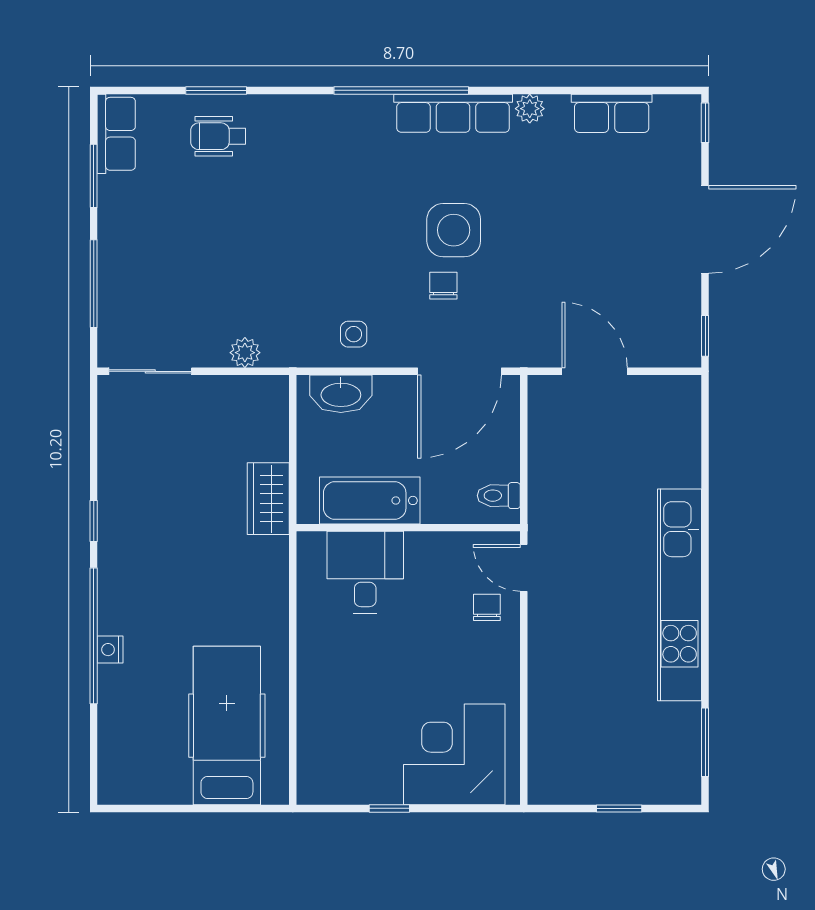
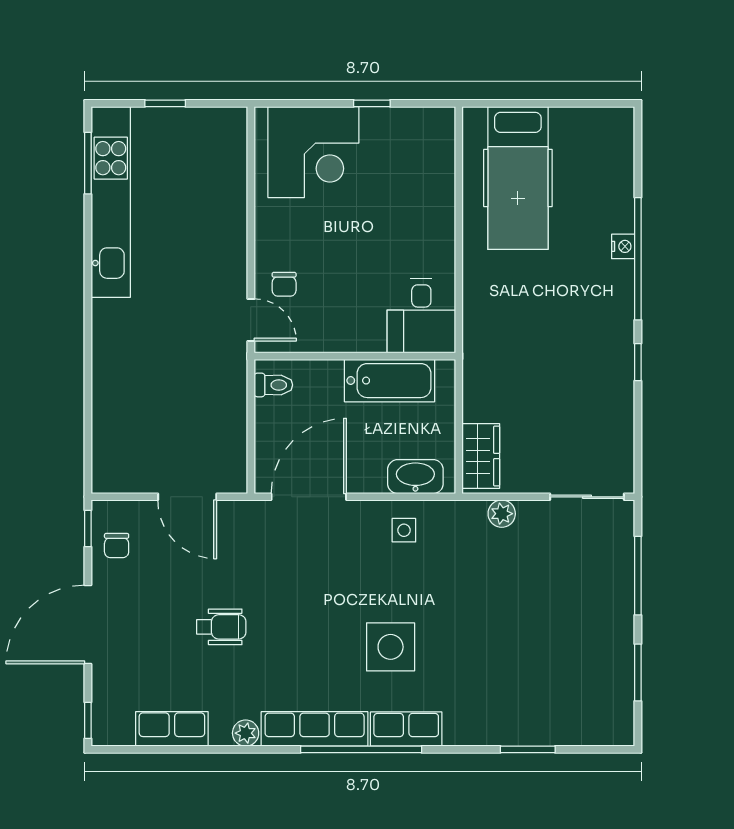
row of seats: (116, 134) -> (406, 729), moved, turned 90
wheelchair: (218, 136) -> (221, 627), moved
side table: (454, 230) -> (391, 647), moved
chair: (443, 286) -> (117, 546), moved
wardrobe: (268, 499) -> (481, 456), moved
desk: (365, 572) -> (421, 316), moved
kitchen unit: (680, 595) -> (111, 202), moved

